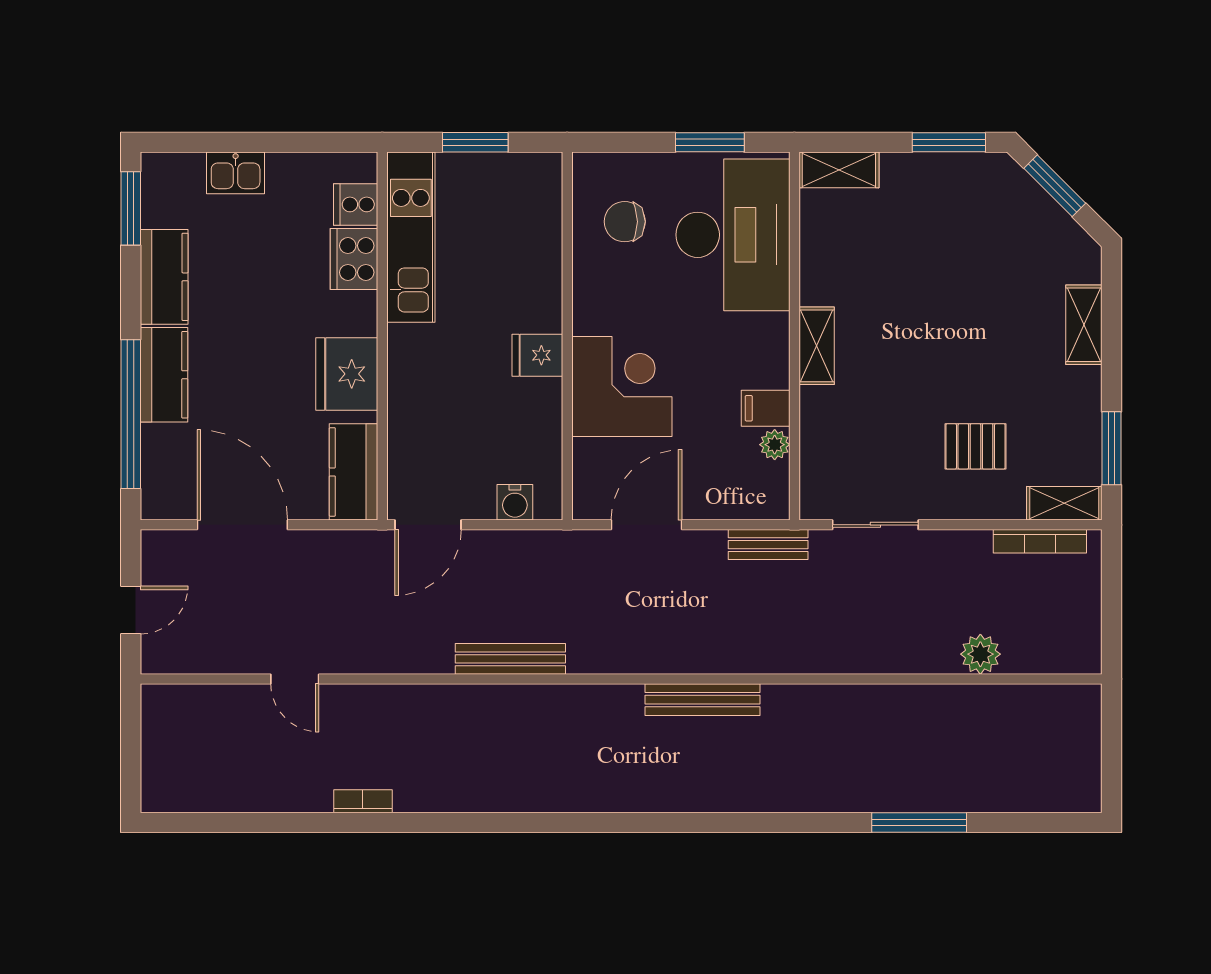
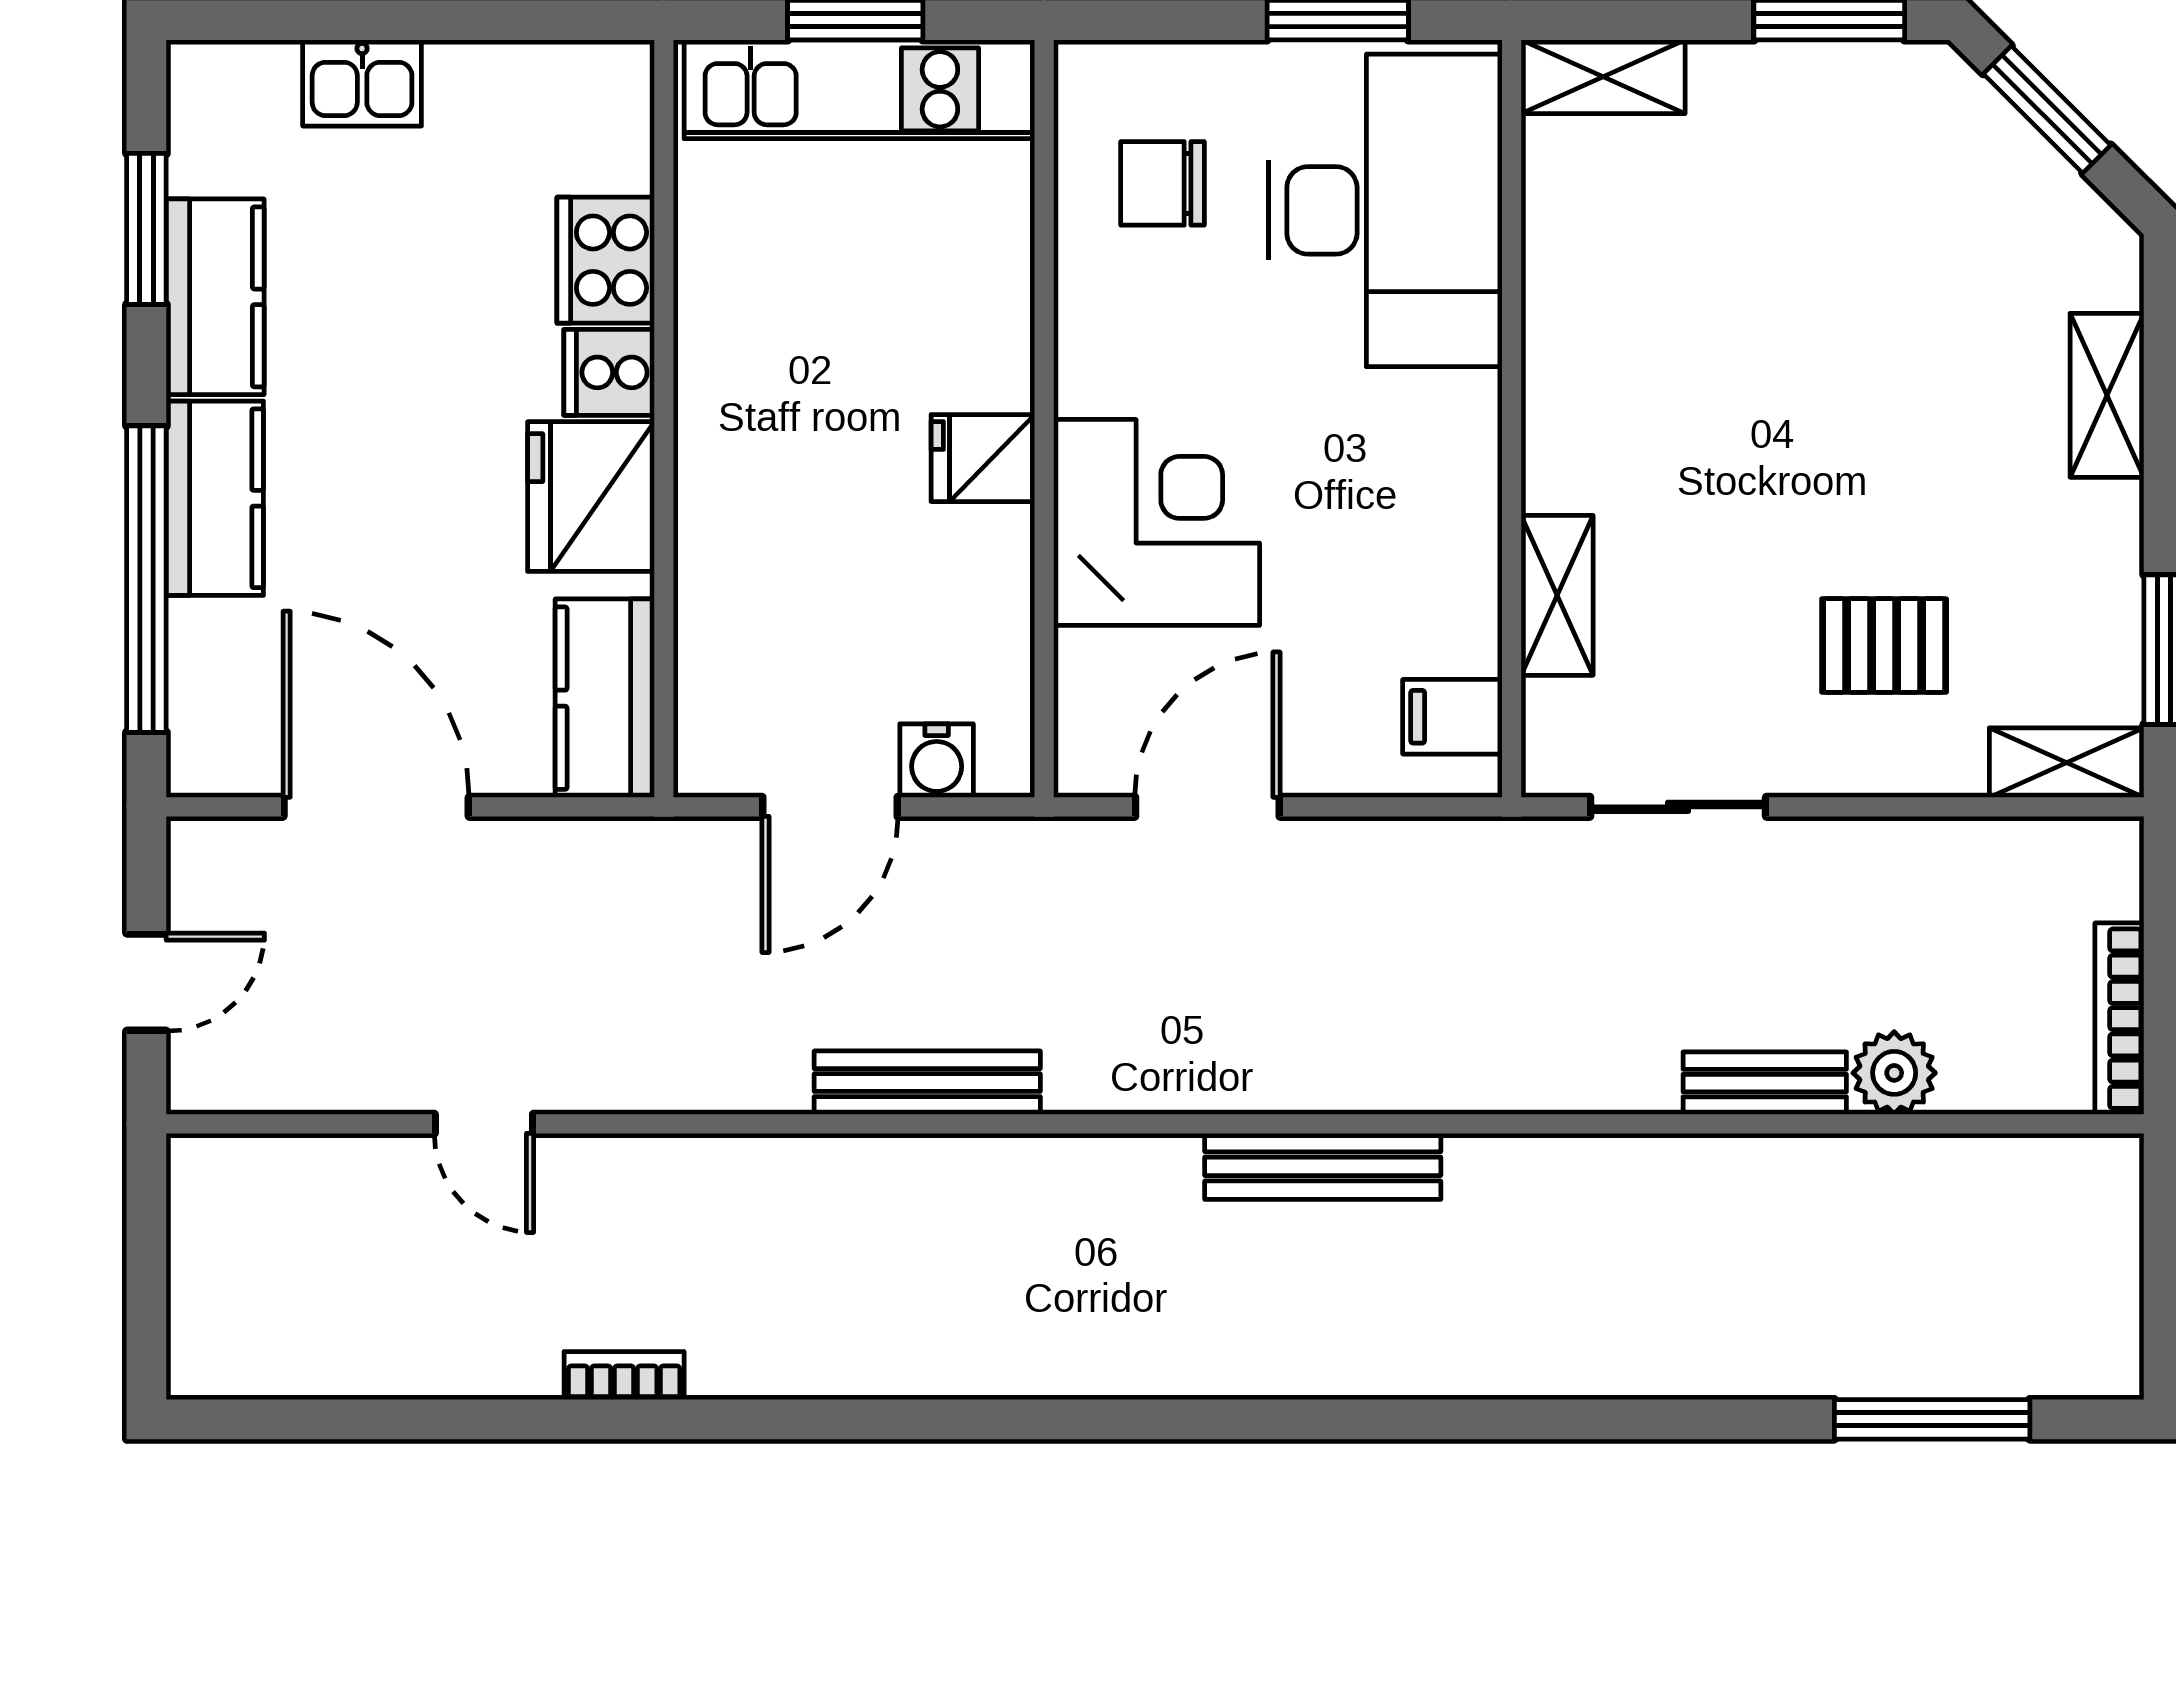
cooker: (356, 204) -> (609, 372), moved
window: (131, 208) -> (146, 229), moved
kitchen unit: (411, 237) -> (859, 89), moved, turned 90
shelving: (817, 346) -> (1557, 595), moved
filing cabinet: (766, 408) -> (1452, 717), moved
plant: (775, 445) -> (1471, 642), removed
door: (428, 525) -> (830, 807), moved
bookcase: (1040, 541) -> (2119, 1019), moved, turned 90
bench: (768, 545) -> (1765, 1083), moved
window: (919, 823) -> (1932, 1419), moved

